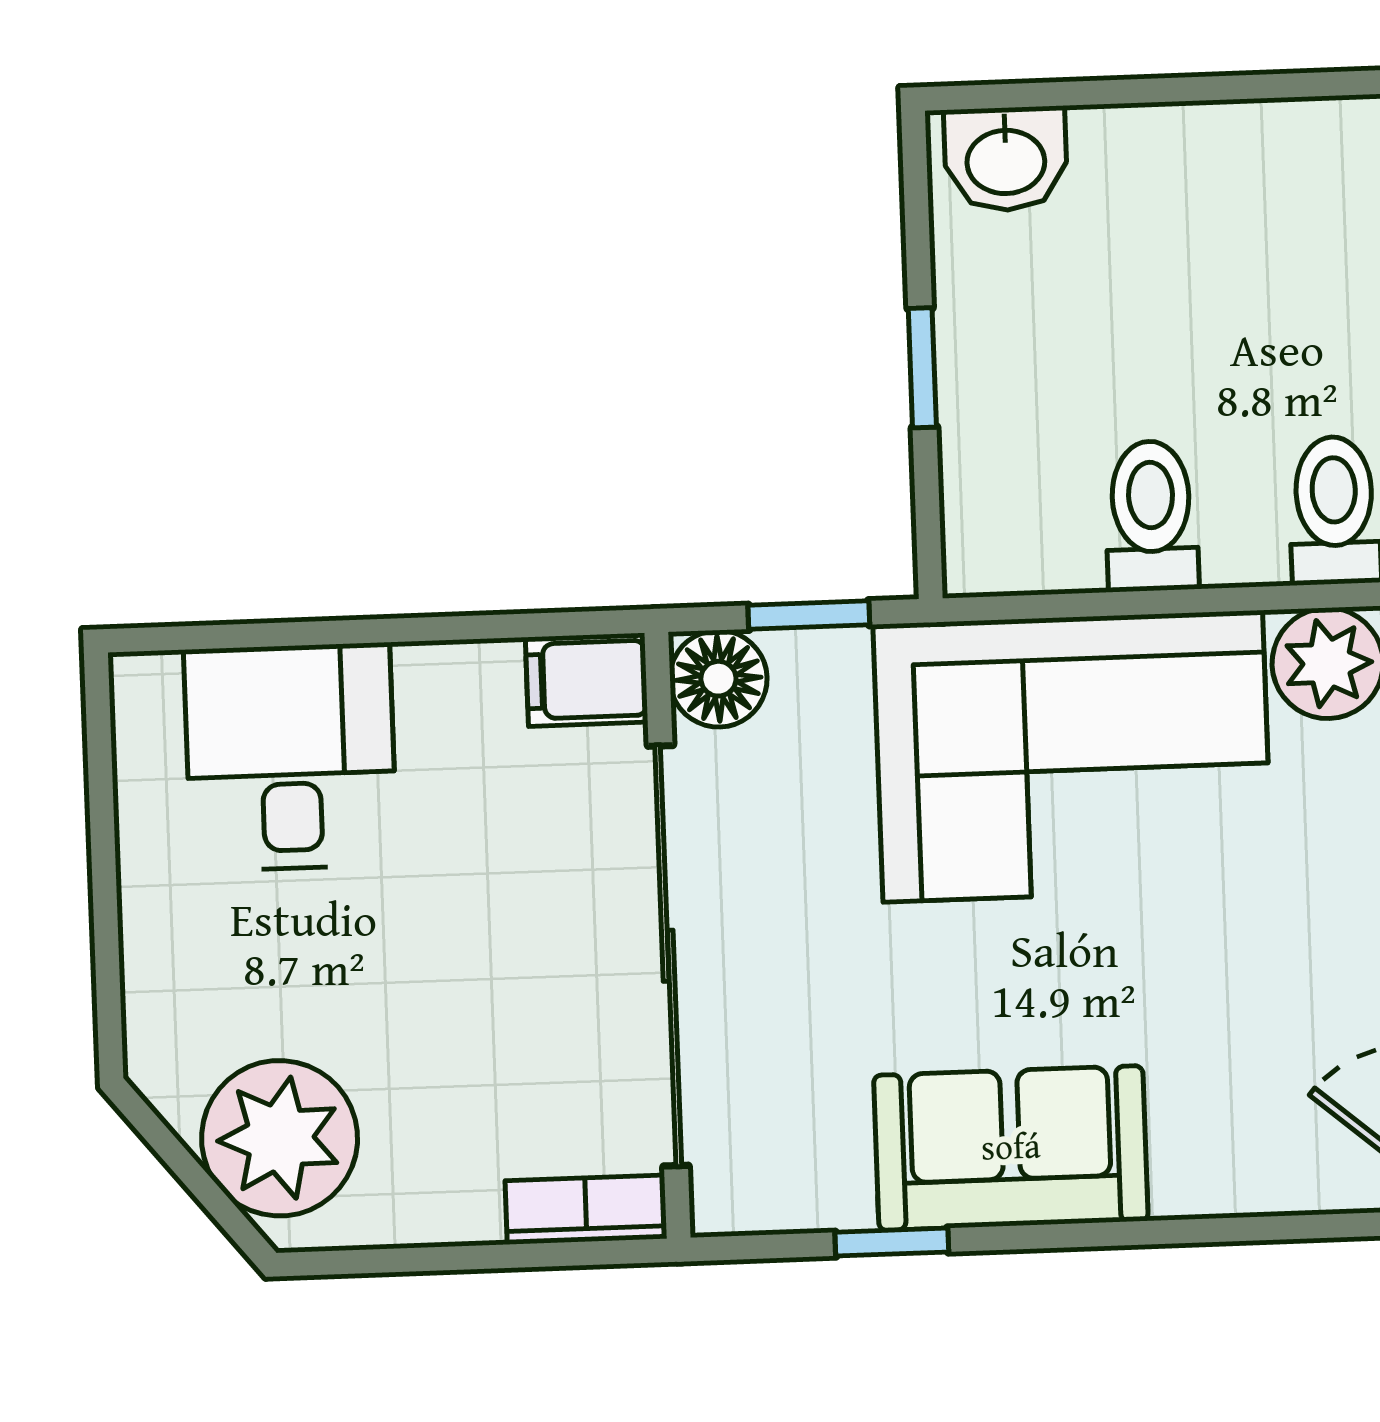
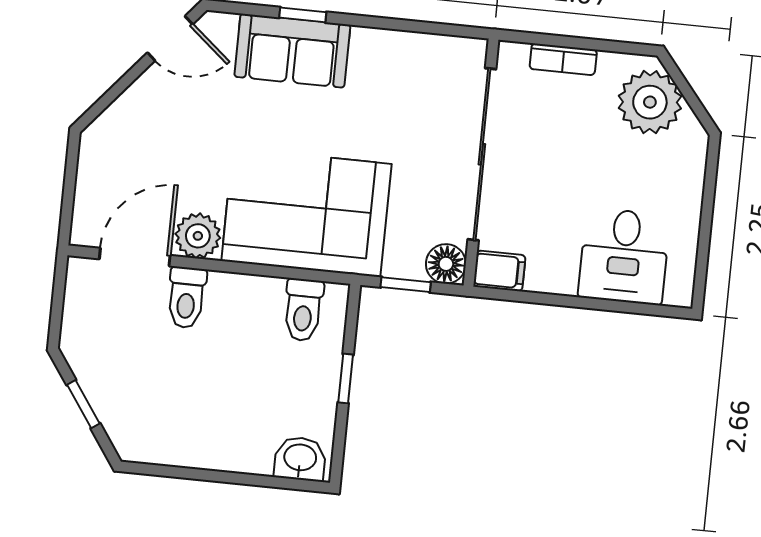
toilet: (1151, 516) -> (303, 310), moved
sofa: (1011, 1148) -> (292, 51), moved
bookcase: (586, 1210) -> (563, 59), moved
window: (892, 1242) -> (303, 15), moved

